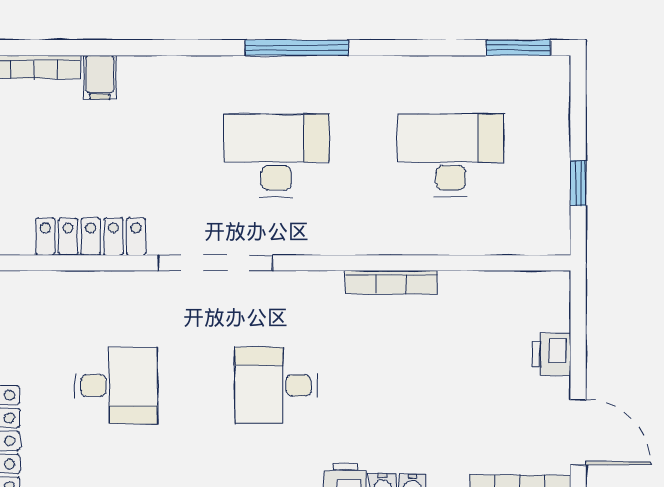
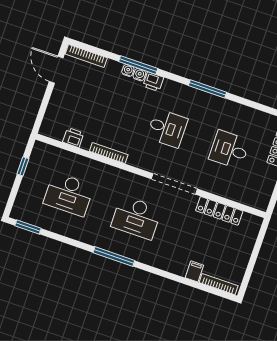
printer: (551, 354) -> (73, 138), moved, turned -90

